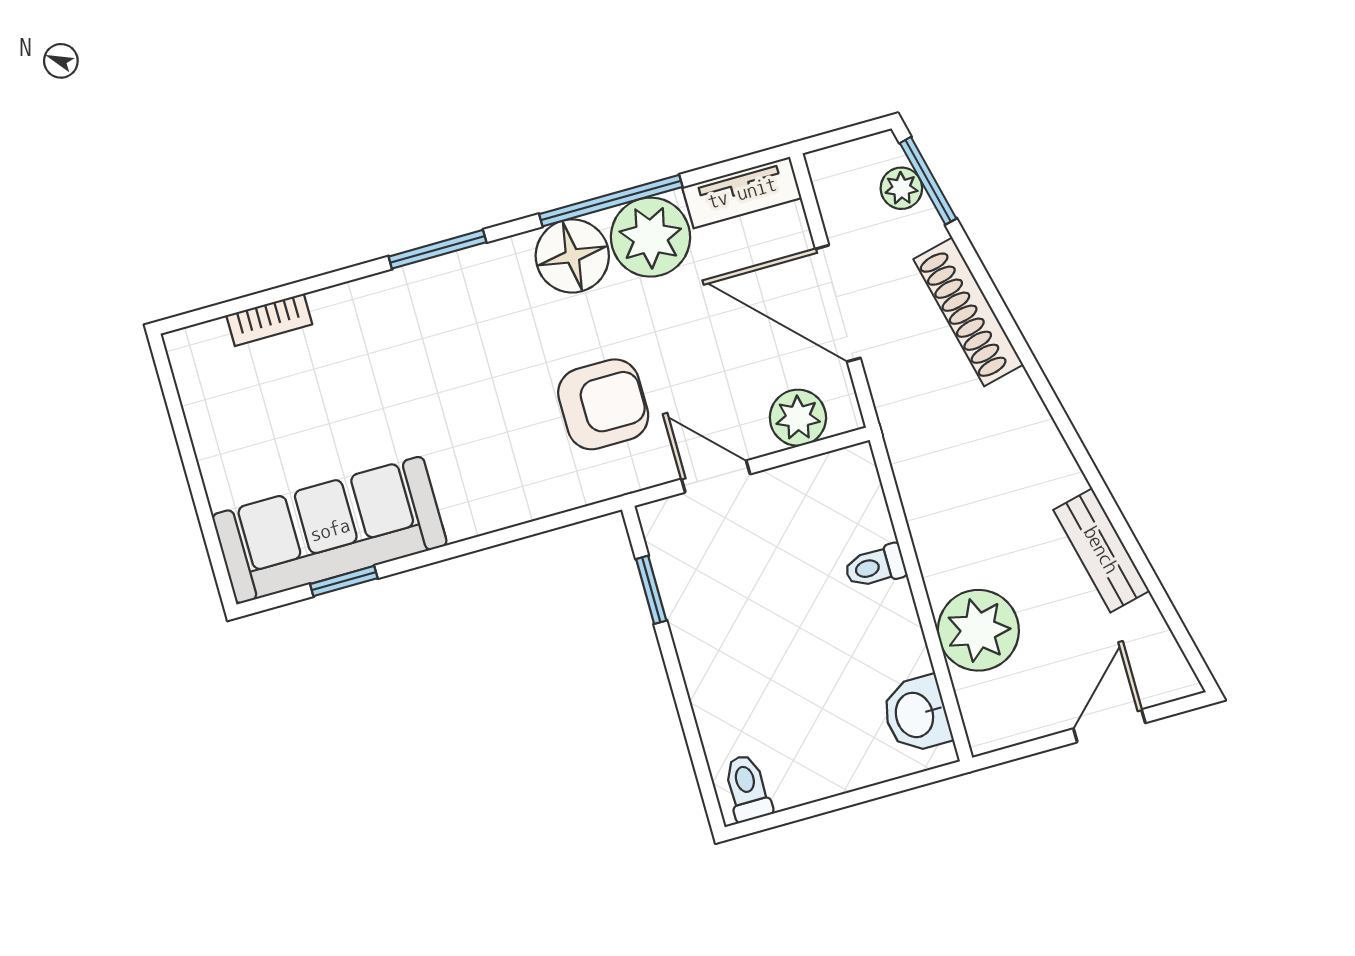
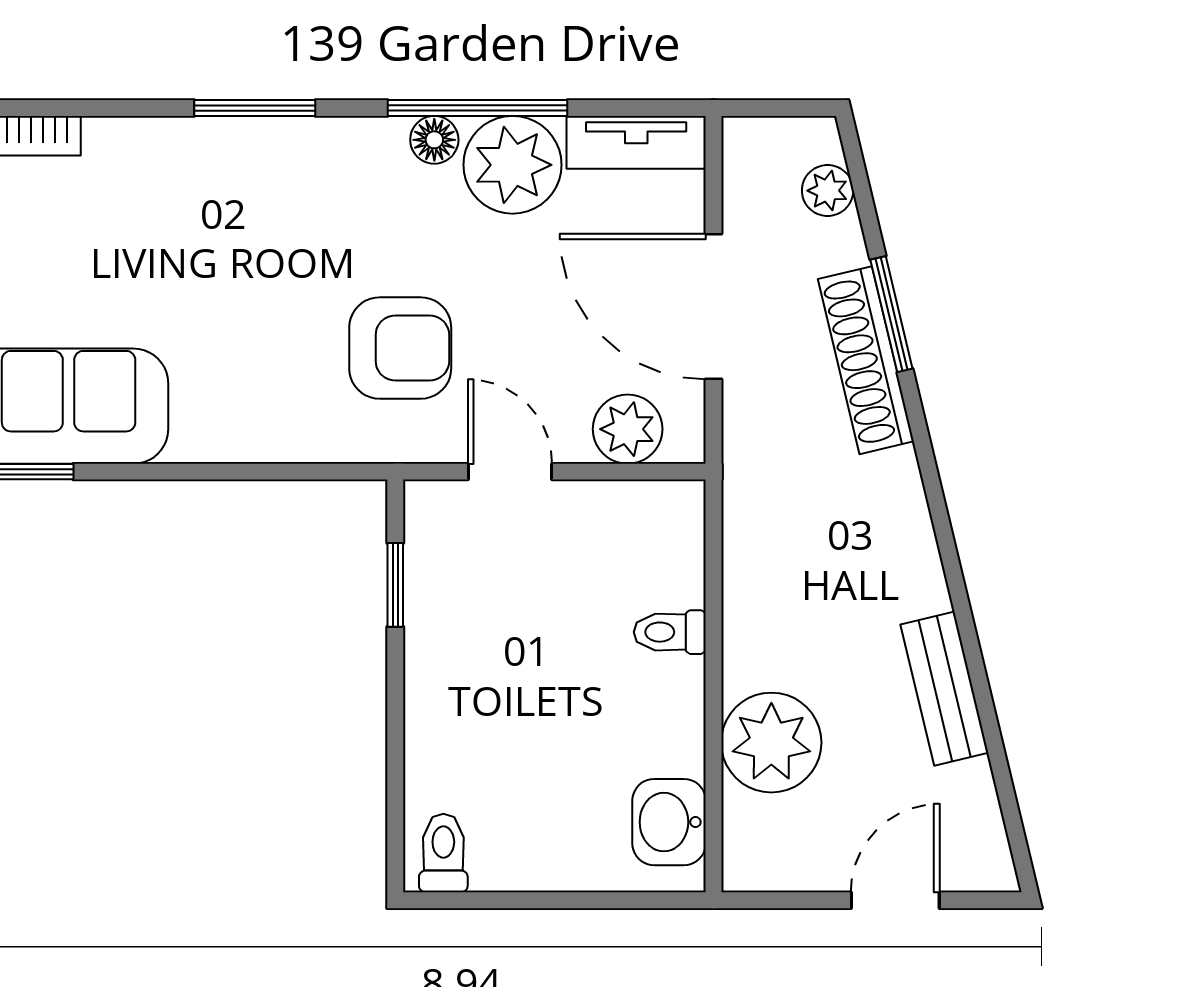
window: (928, 181) -> (891, 314), moved
floor lamp: (572, 256) -> (434, 140), width x0.53, depth x0.53

